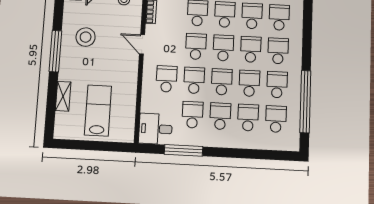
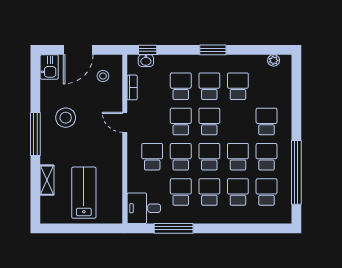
school desk: (279, 17) -> (267, 86), removed
school desk: (251, 49) -> (238, 121), removed

